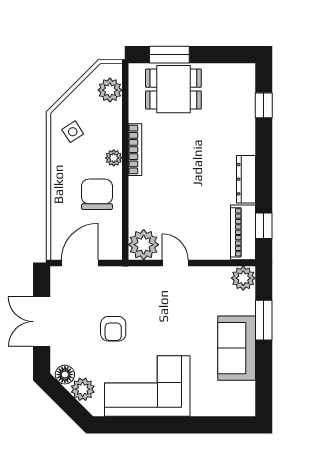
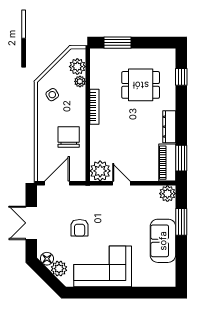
dining table: (173, 89) -> (141, 85), moved
plant: (114, 158) -> (80, 81), moved
window: (264, 226) -> (181, 158), width x1.50

